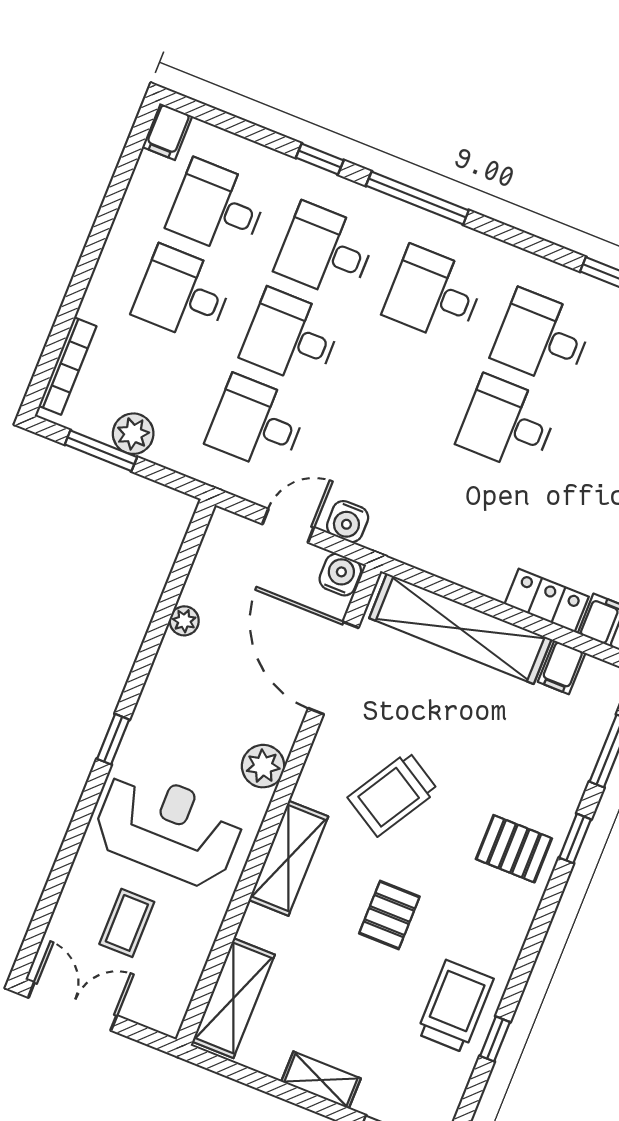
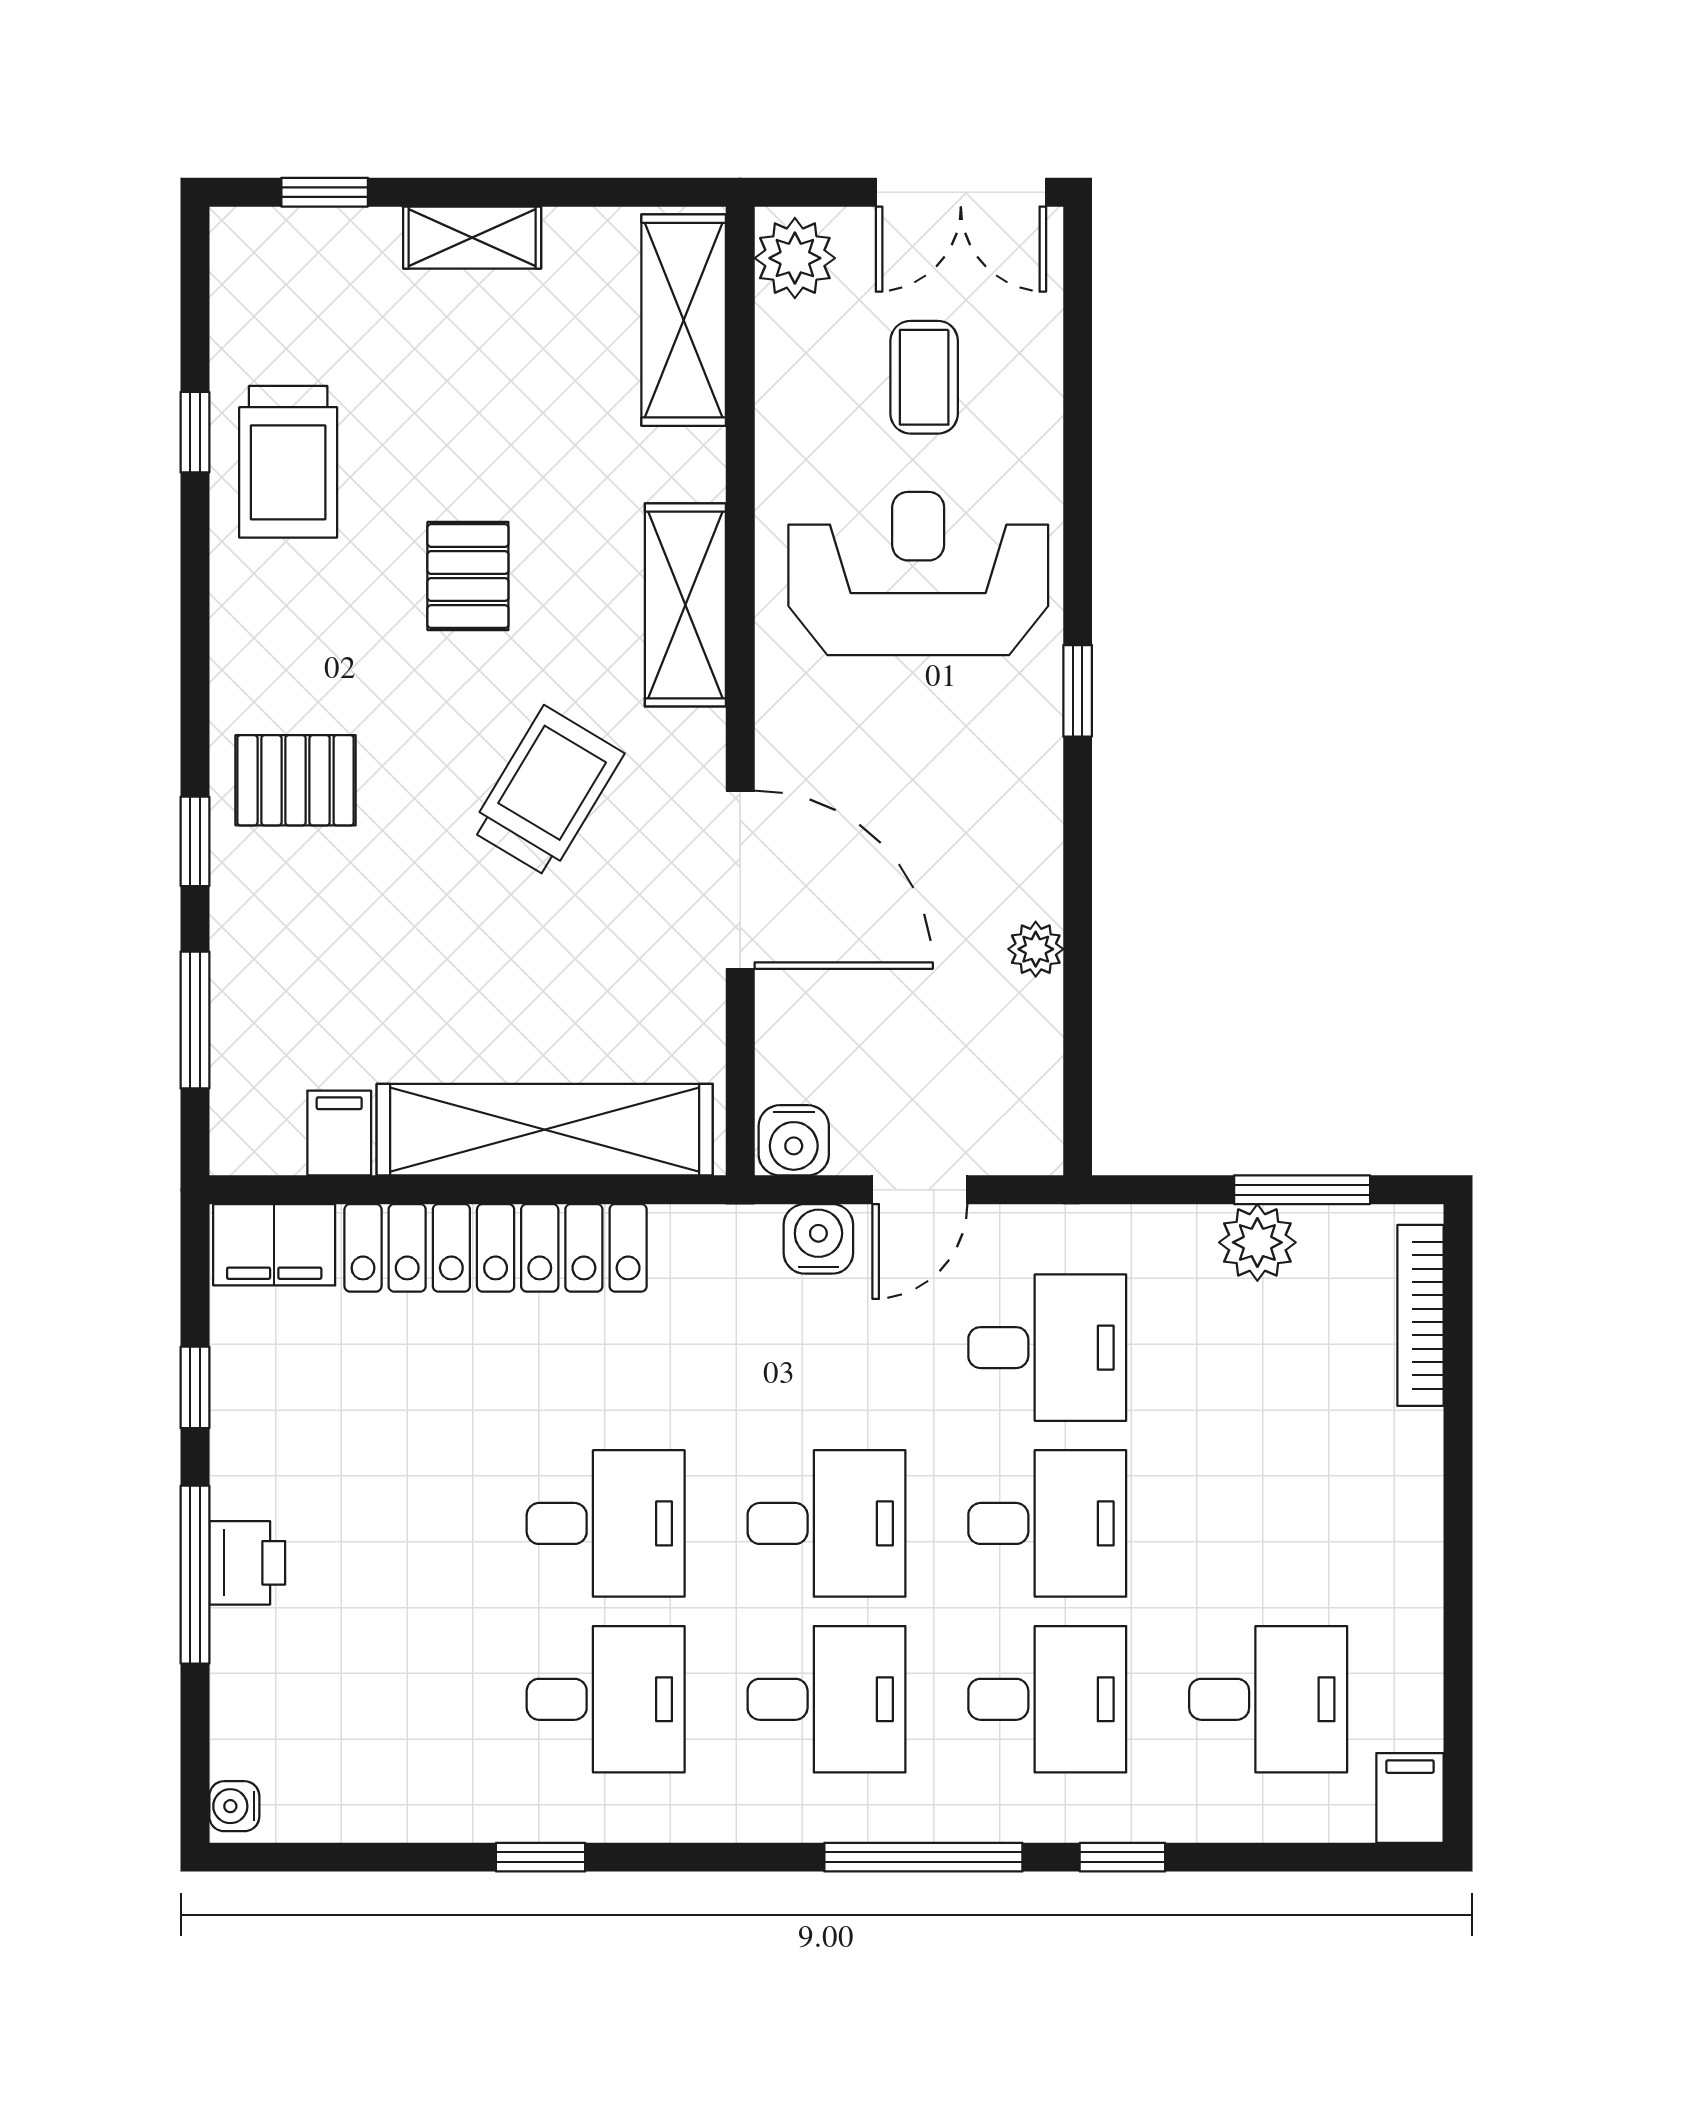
desk: (183, 294) -> (826, 1523), moved
locker: (547, 600) -> (496, 1248), width x2.16, depth x1.21
door: (333, 668) -> (740, 880), moved
plant: (263, 766) -> (795, 258), moved
reception desk: (168, 828) -> (918, 574), turned 180

